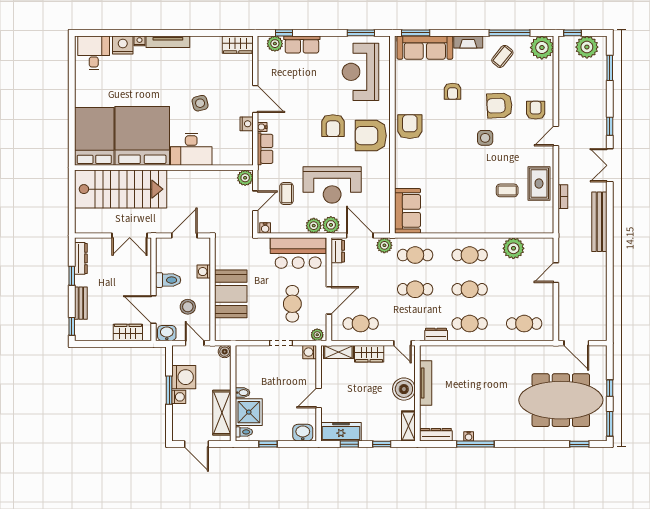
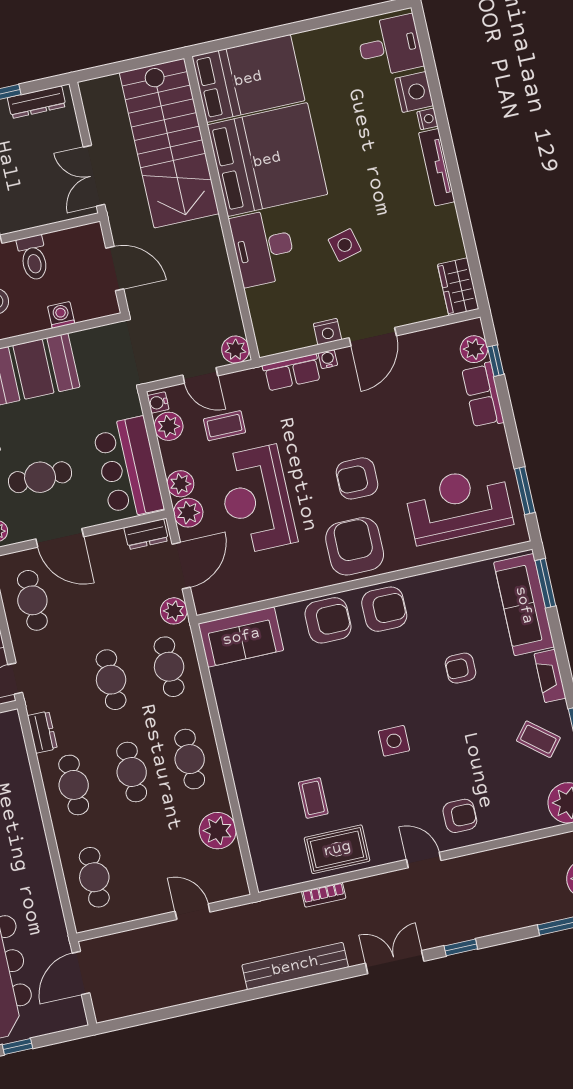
armchair: (499, 106) -> (328, 620), moved, turned 93
plant: (280, 225) -> (169, 426), added

